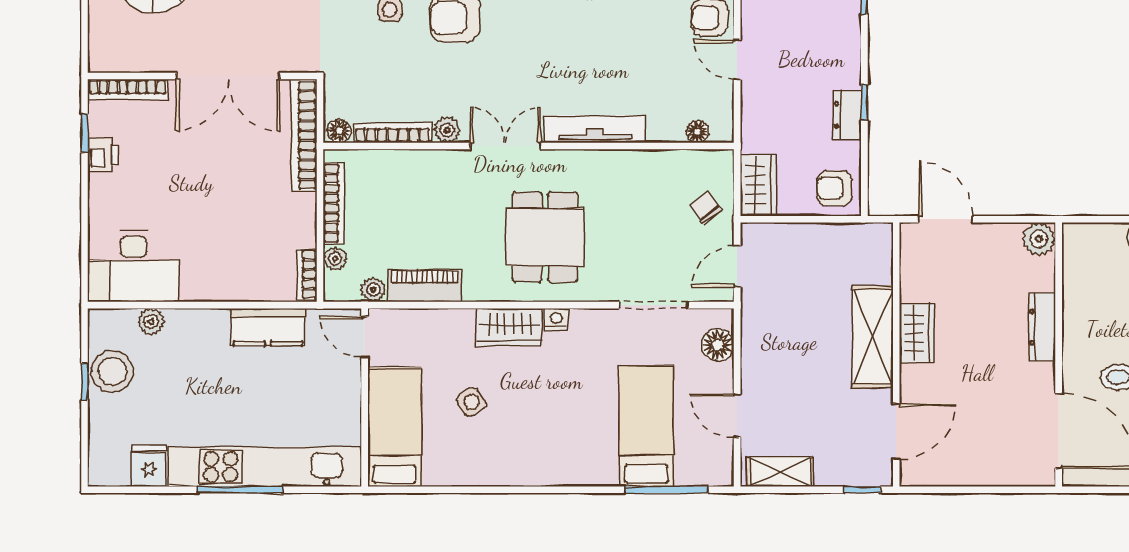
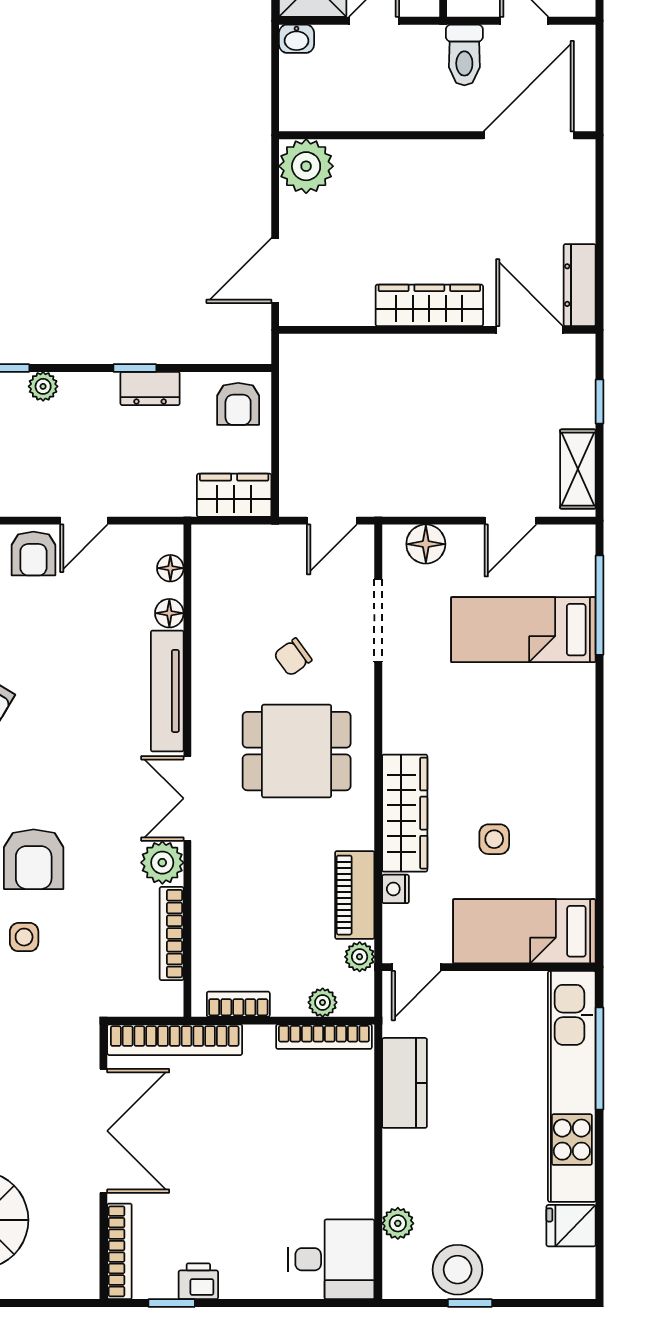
plant: (849, 26) -> (43, 386), added
plant: (447, 130) -> (162, 863), width x1.38, depth x1.38
floor lamp: (339, 131) -> (169, 613), moved
bookcase: (334, 203) -> (238, 1004), width x0.64
chair: (706, 208) -> (293, 657), moved
plant: (1039, 239) -> (306, 166), width x1.36, depth x1.36
desk: (133, 266) -> (331, 1259), width x0.73
door: (737, 267) -> (332, 521), hinge flipped
bookcase: (307, 274) -> (324, 1037), width x1.56
nightstand: (556, 320) -> (395, 889), moved
wardrobe: (509, 327) -> (405, 813), width x1.50
dresser: (1042, 327) -> (580, 285), moved, turned 90
wardrobe: (917, 333) -> (429, 305), width x1.50
shelving: (873, 337) -> (416, 358), removed
side table: (471, 402) -> (494, 839), turned 34
window: (240, 490) -> (600, 1059), moved
window: (862, 490) -> (600, 402), moved

